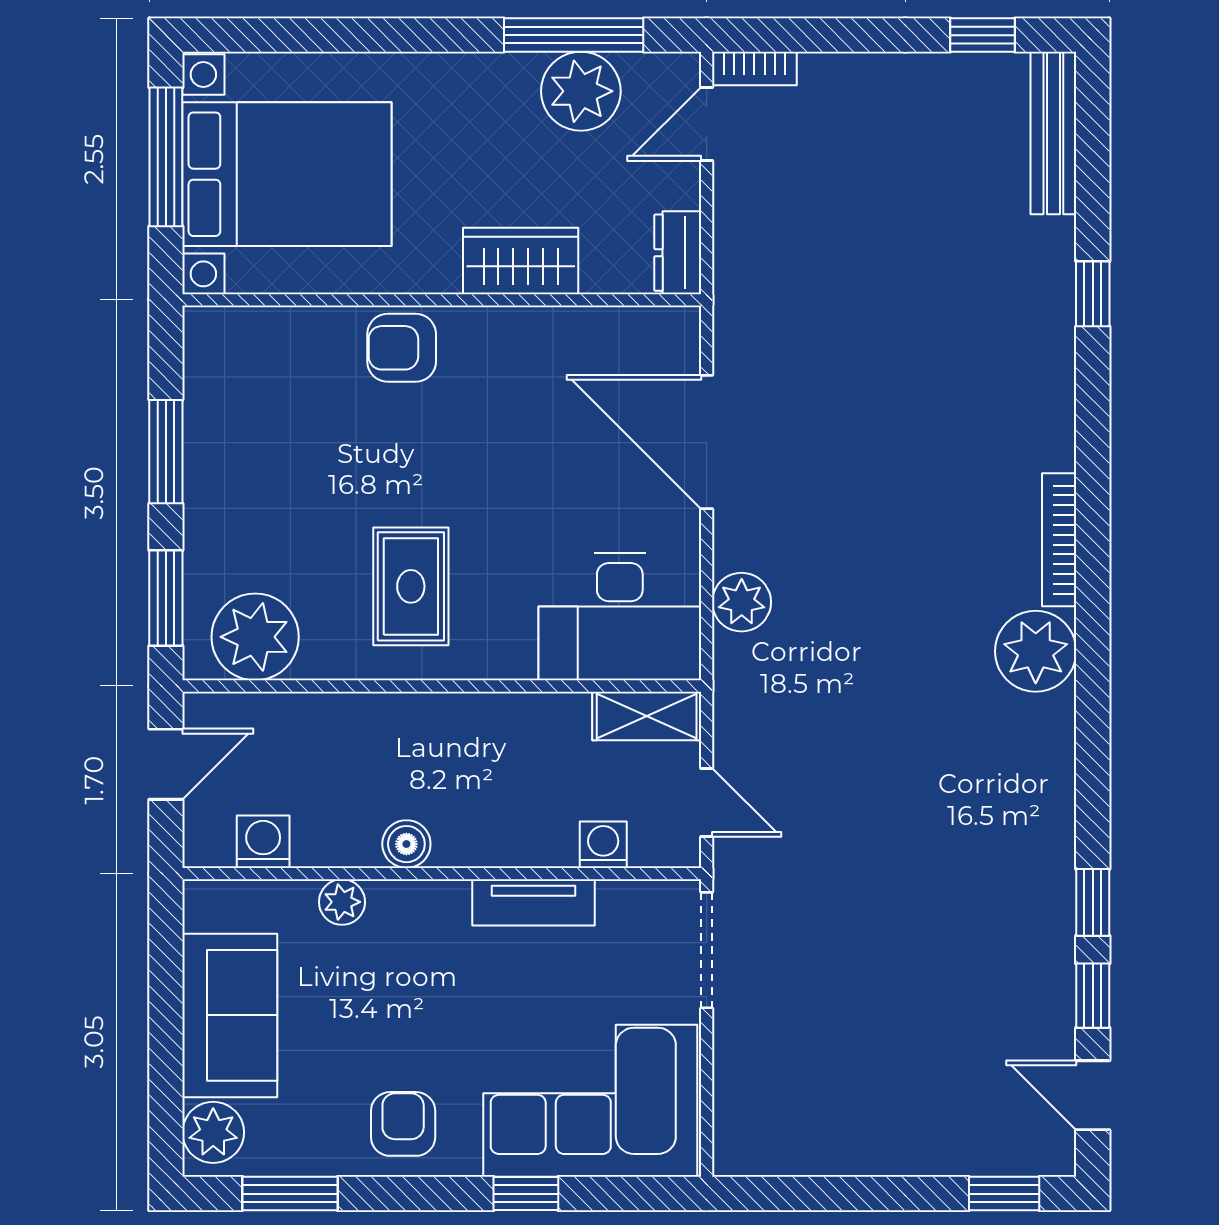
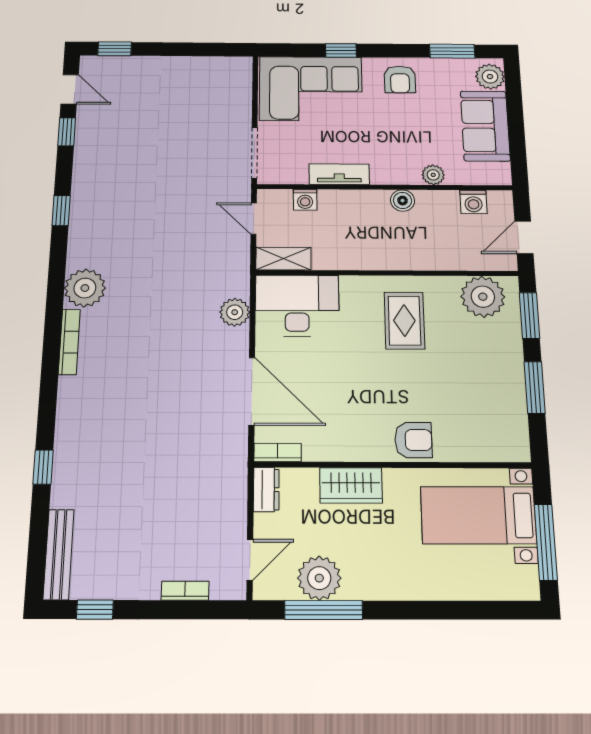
bookcase: (754, 68) -> (185, 591), moved
bed with nightstands: (287, 174) -> (478, 515), width x0.73
bookcase: (657, 323) -> (278, 452), added
window: (1093, 902) -> (61, 211), moved

